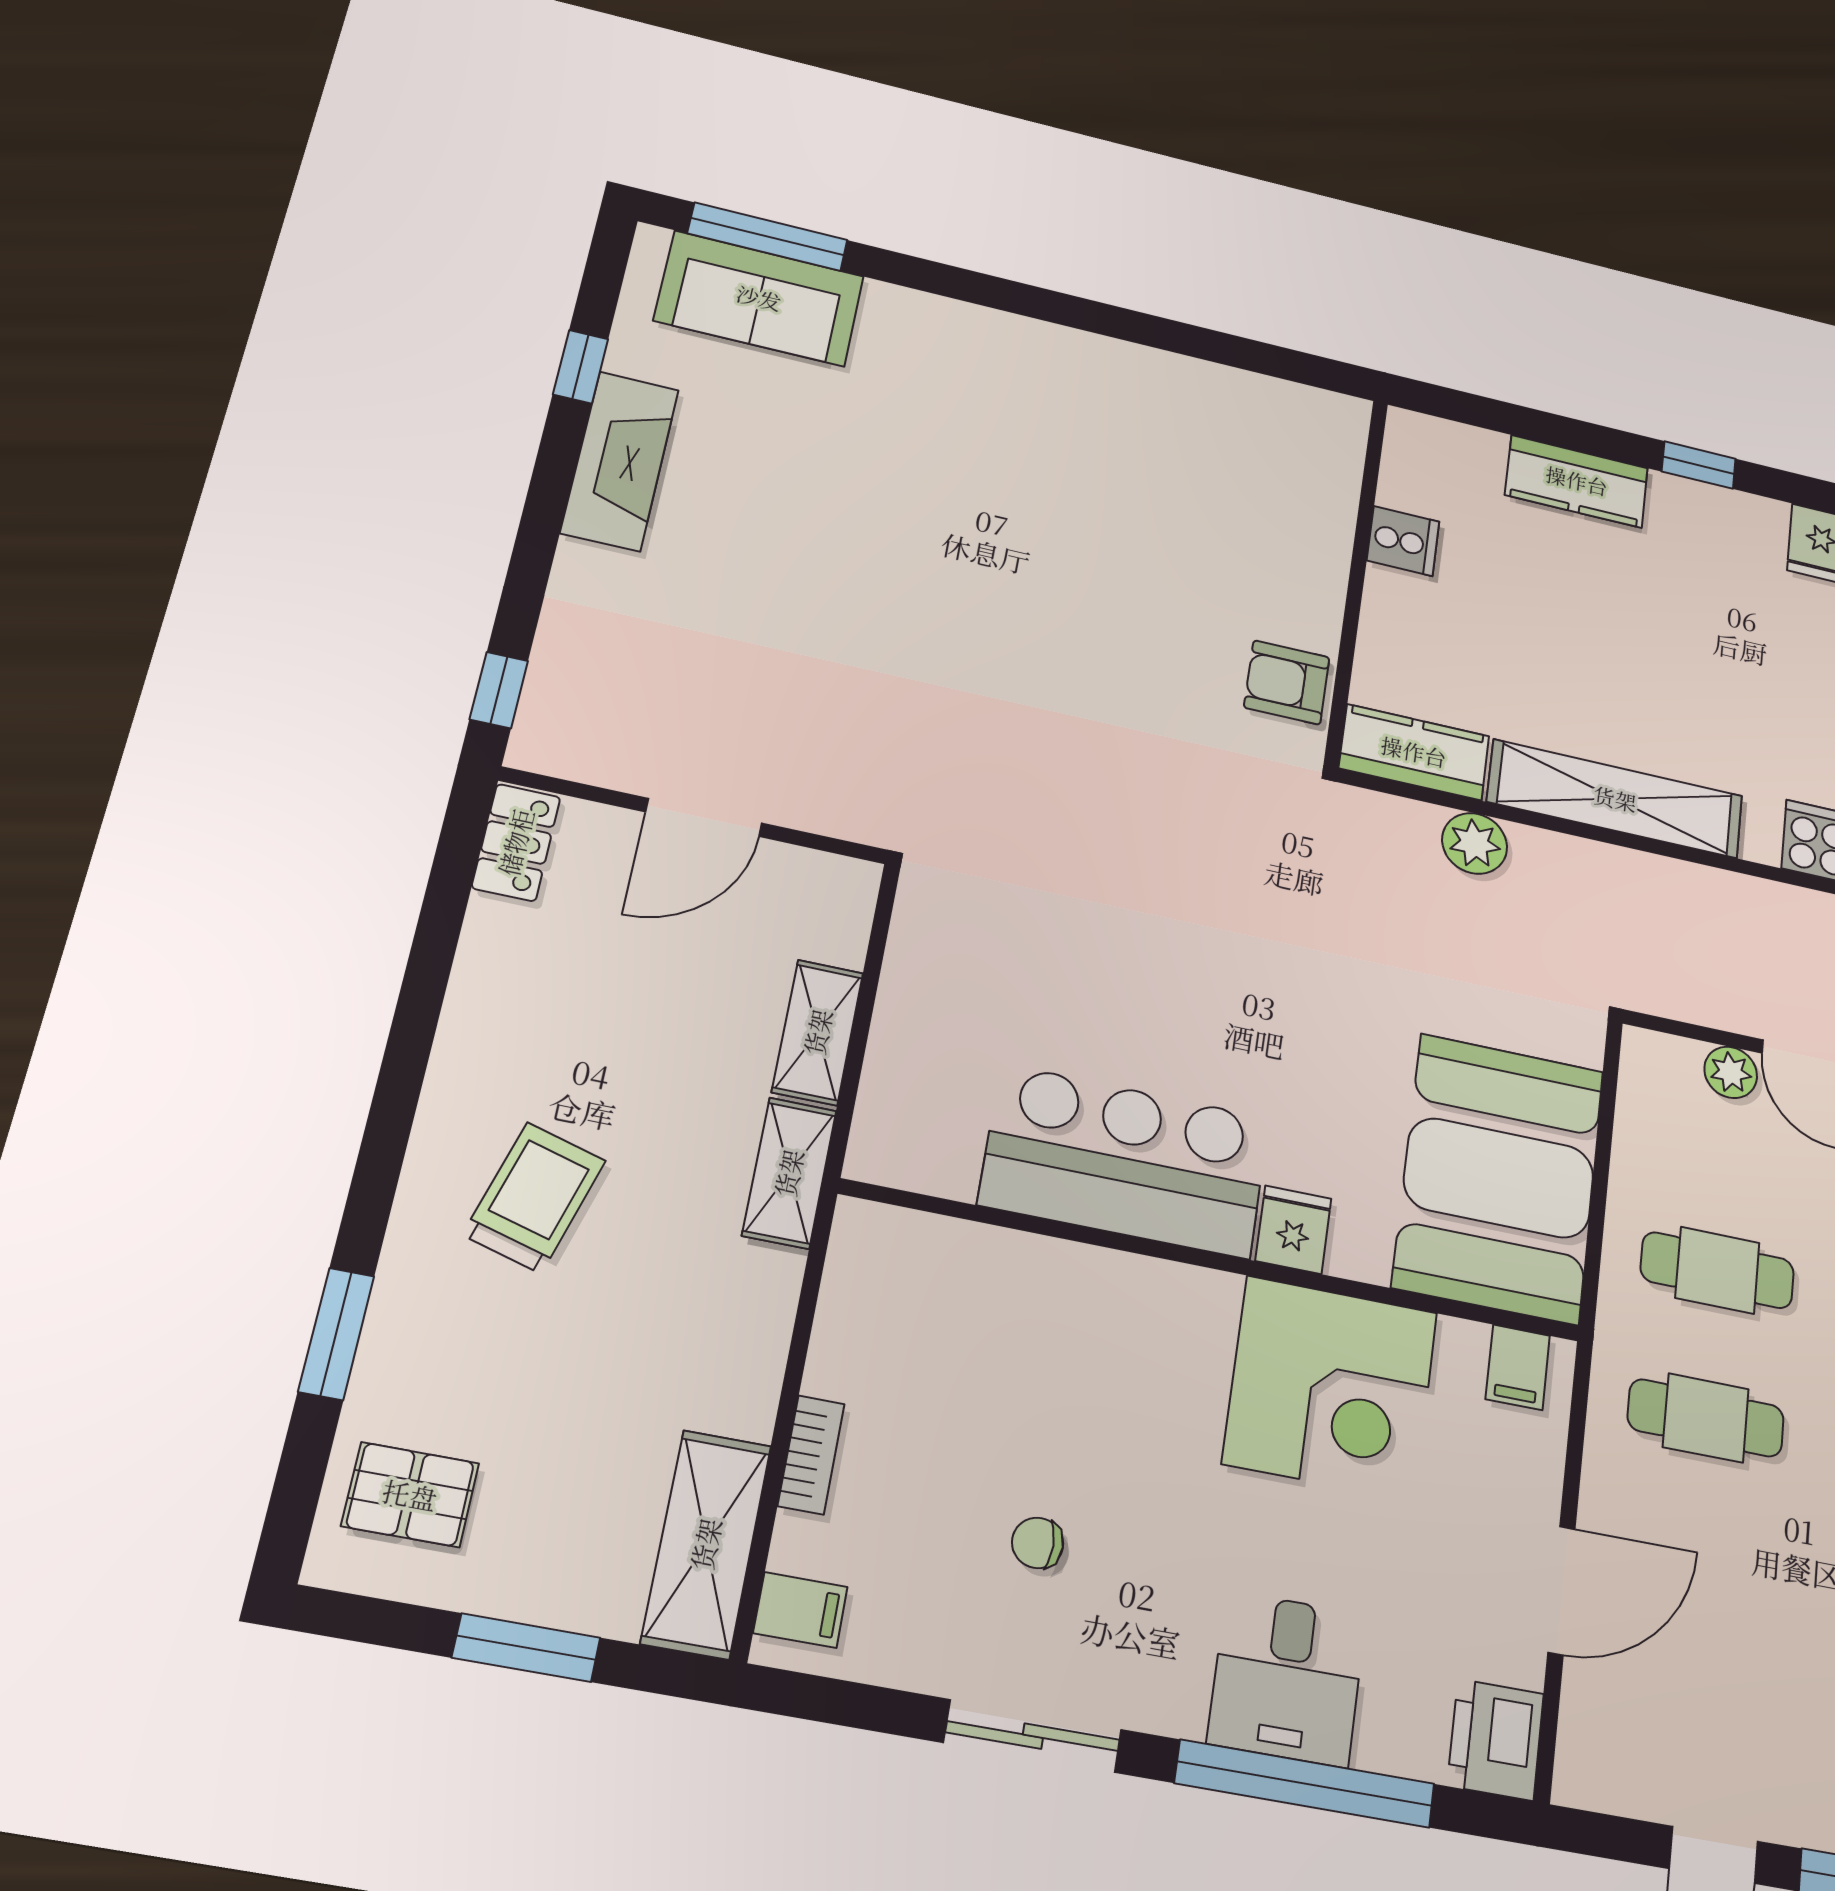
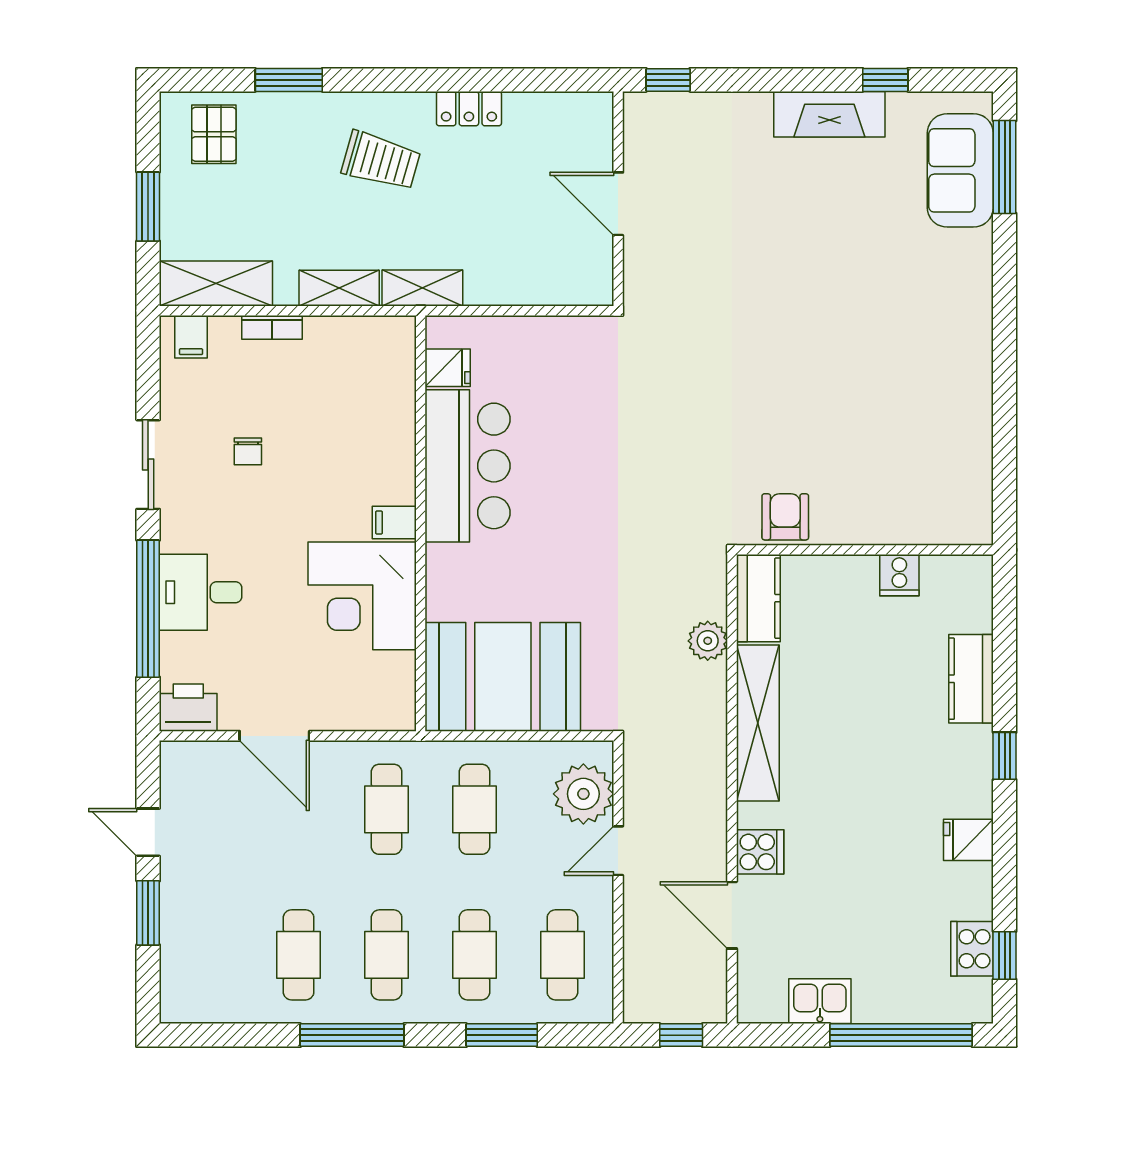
locker: (516, 842) -> (469, 109), moved
shelving: (818, 1032) -> (339, 288), moved
plant: (1731, 1072) -> (583, 794), width x1.88, depth x1.88
fridge: (1293, 1230) -> (448, 368), moved
filing cabinet: (1518, 1367) -> (394, 523), moved
chair: (1038, 1543) -> (248, 451), turned 180

